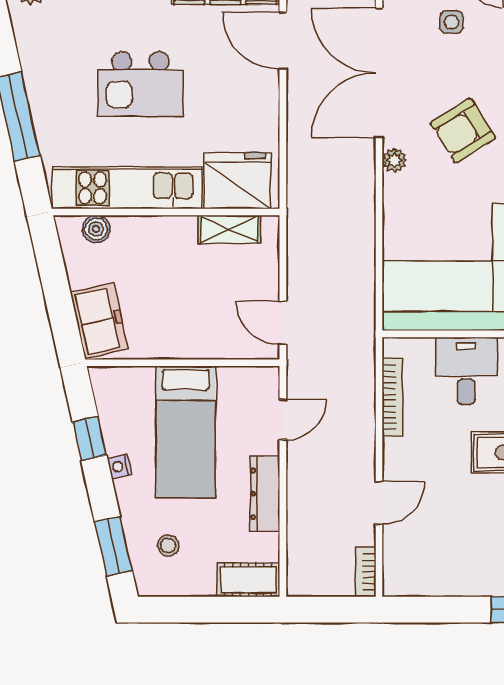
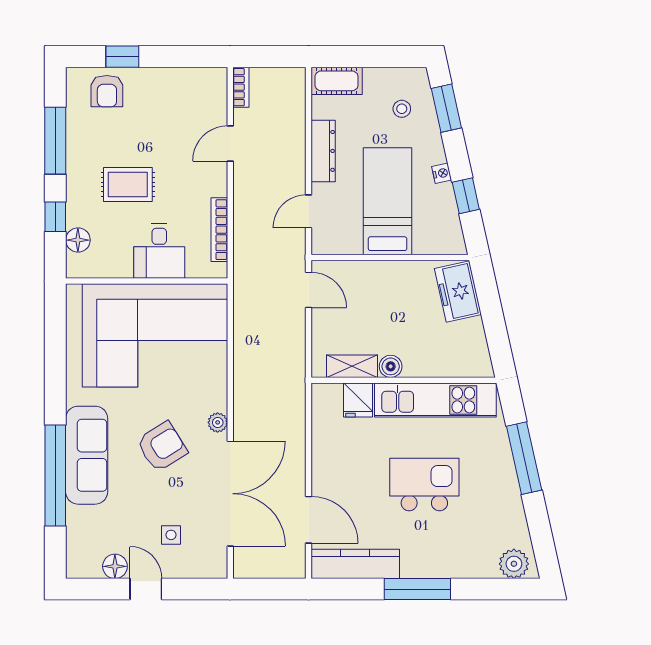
fridge: (238, 181) -> (358, 400), width x0.53, depth x0.75
boiler: (96, 229) -> (391, 366), moved

